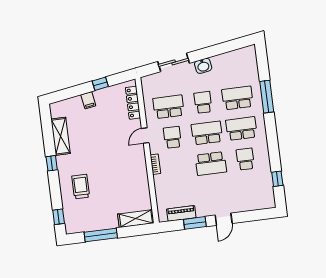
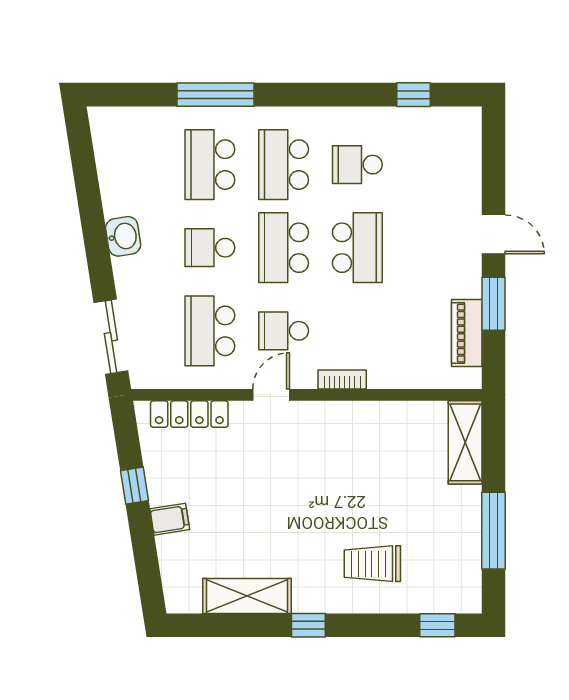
sliding door: (174, 62) -> (111, 337), moved
door: (145, 136) -> (271, 395), swing flipped

